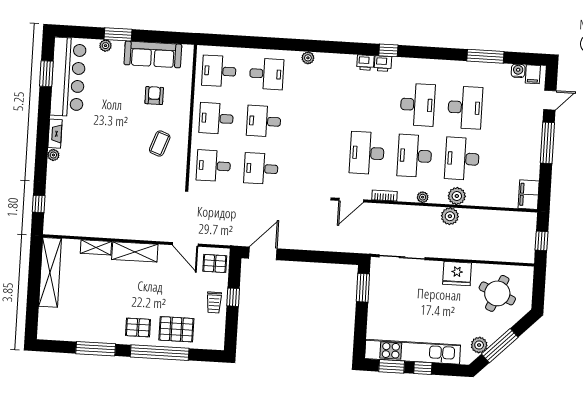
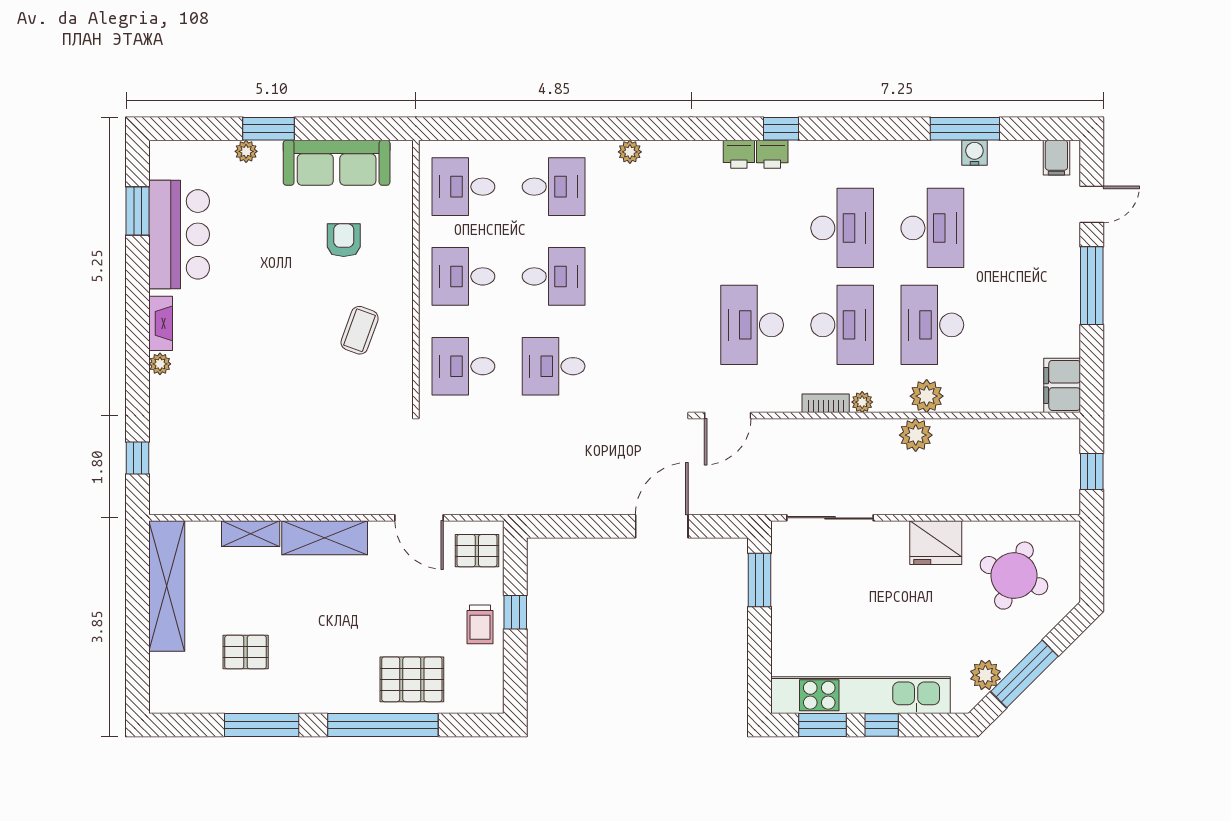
water cooler: (518, 71) -> (974, 153), moved
bar counter: (68, 77) -> (179, 234), width x0.73
desk: (264, 121) -> (554, 276), turned 180
desk: (415, 156) -> (842, 325), turned 180
bookcase: (384, 196) -> (826, 403), moved
door: (263, 253) -> (662, 526), moved
pallet: (138, 327) -> (246, 652), moved

